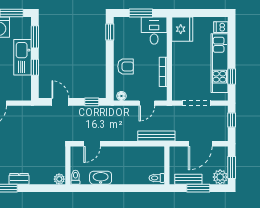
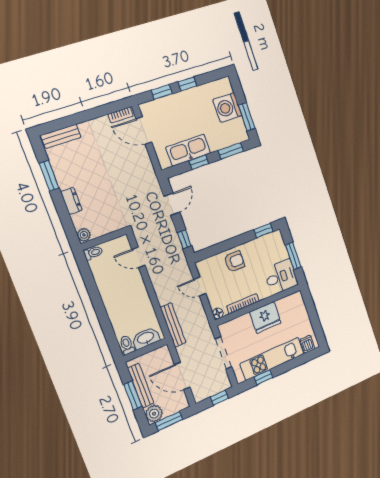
fridge: (182, 29) -> (265, 317), moved
kitchen sink: (22, 57) -> (188, 150), moved
armchair: (126, 66) -> (234, 261), turned -90
floor lamp: (121, 96) -> (218, 313), moved
door: (147, 103) -> (200, 287), moved
washbasin: (101, 178) -> (146, 338), moved, turned -90
dresser: (19, 179) -> (71, 201), moved
bench: (188, 179) -> (141, 386), width x1.36

